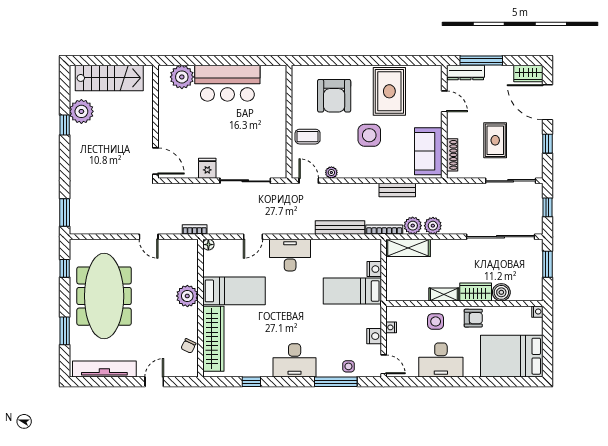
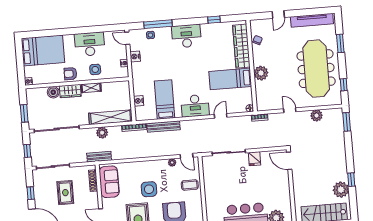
bench: (397, 190) -> (99, 157), moved
plant: (413, 226) -> (316, 116), moved
shelving: (408, 248) -> (111, 117), width x1.47
bed: (352, 291) -> (164, 99), moved, turned -90

